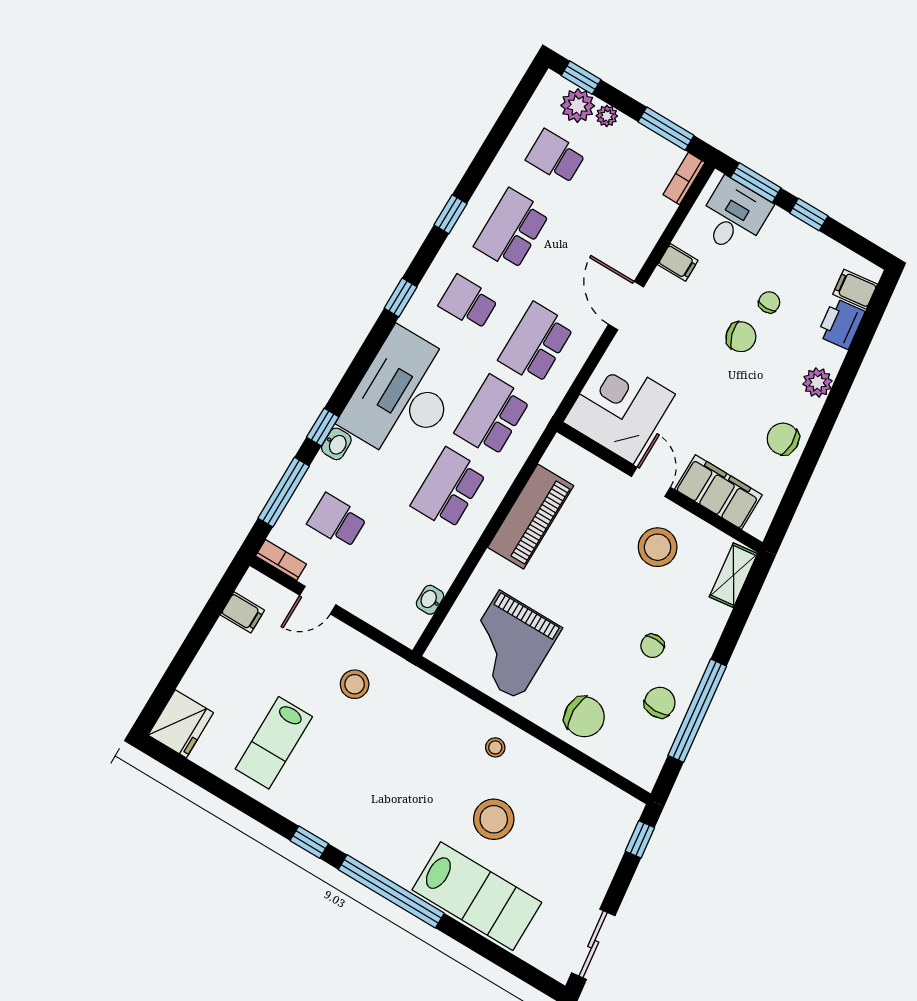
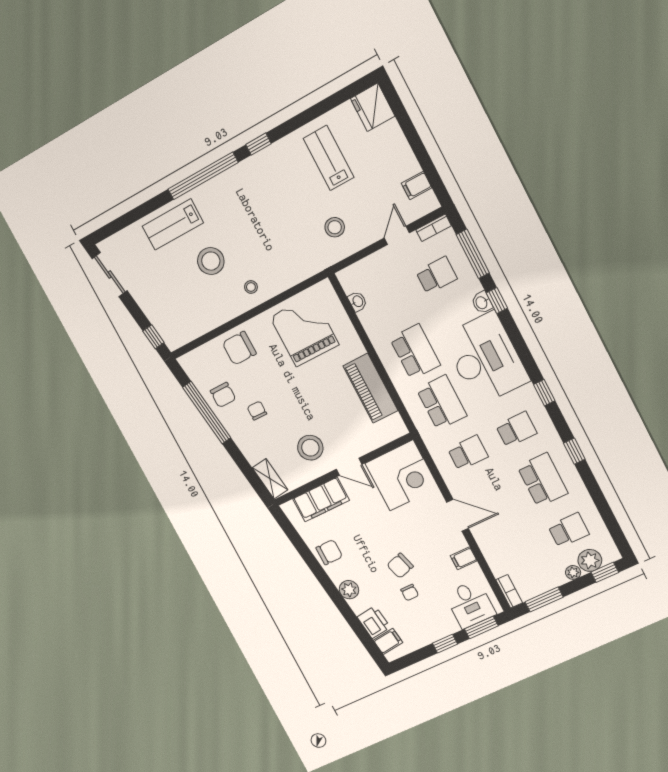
school desk: (536, 343) -> (468, 453), width x0.54
lab bench: (477, 896) -> (173, 224), width x0.73, depth x0.72

